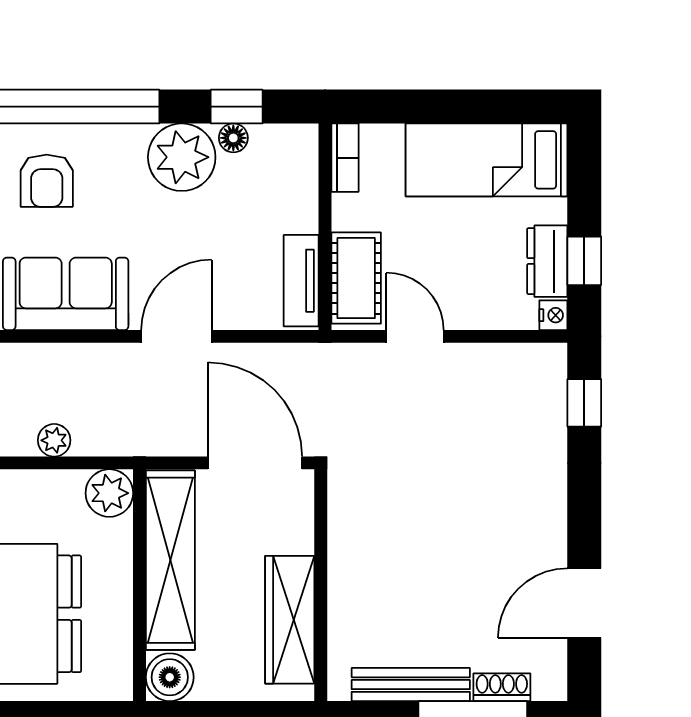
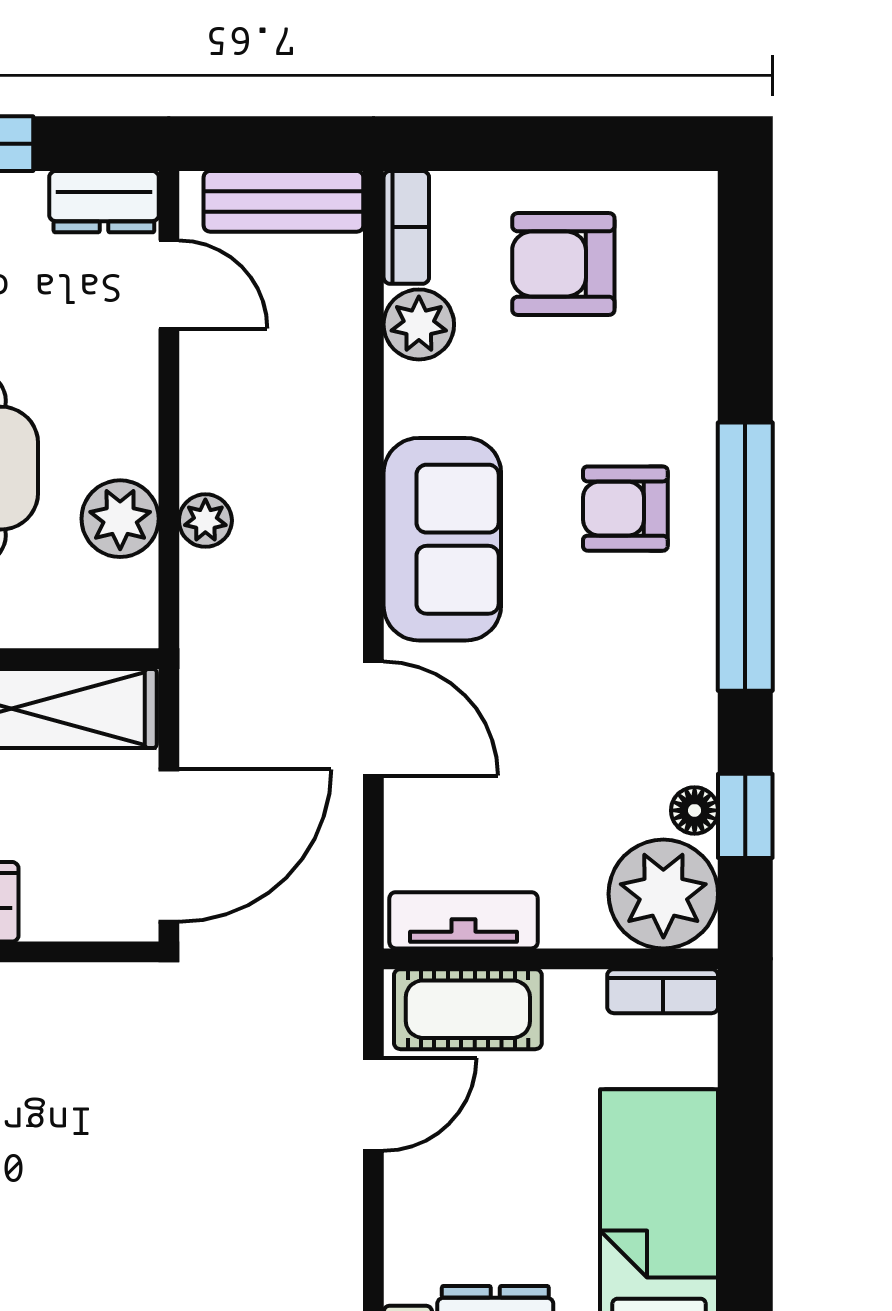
plant: (182, 157) -> (663, 894), moved
plant: (109, 493) -> (120, 519), moved

